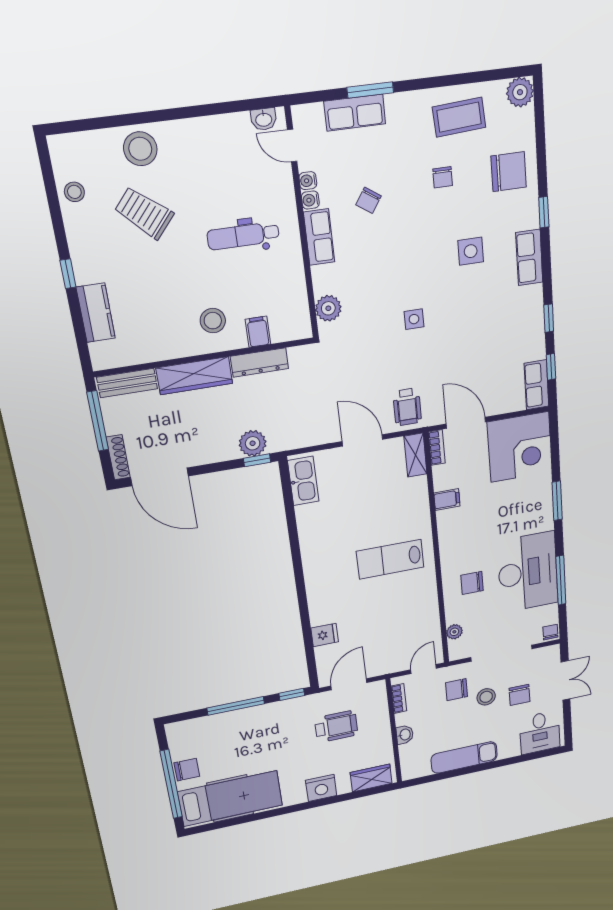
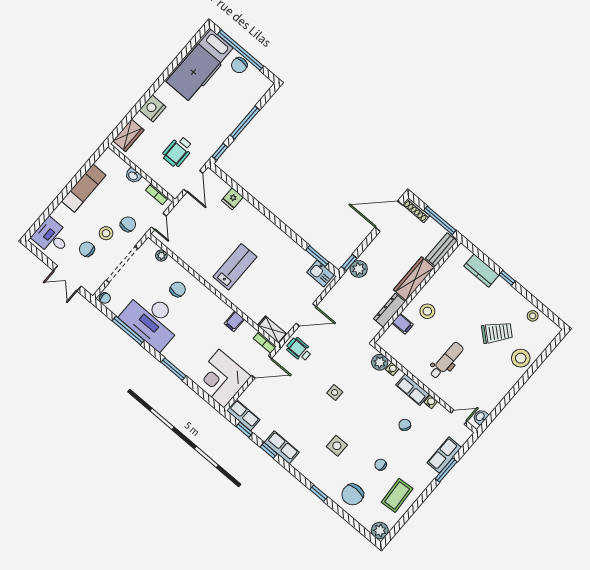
water cooler: (308, 181) -> (392, 369), moved
row of seats: (529, 258) -> (282, 447), moved
kitchen sink: (303, 481) -> (320, 273), width x0.73
window: (288, 498) -> (317, 256), added

